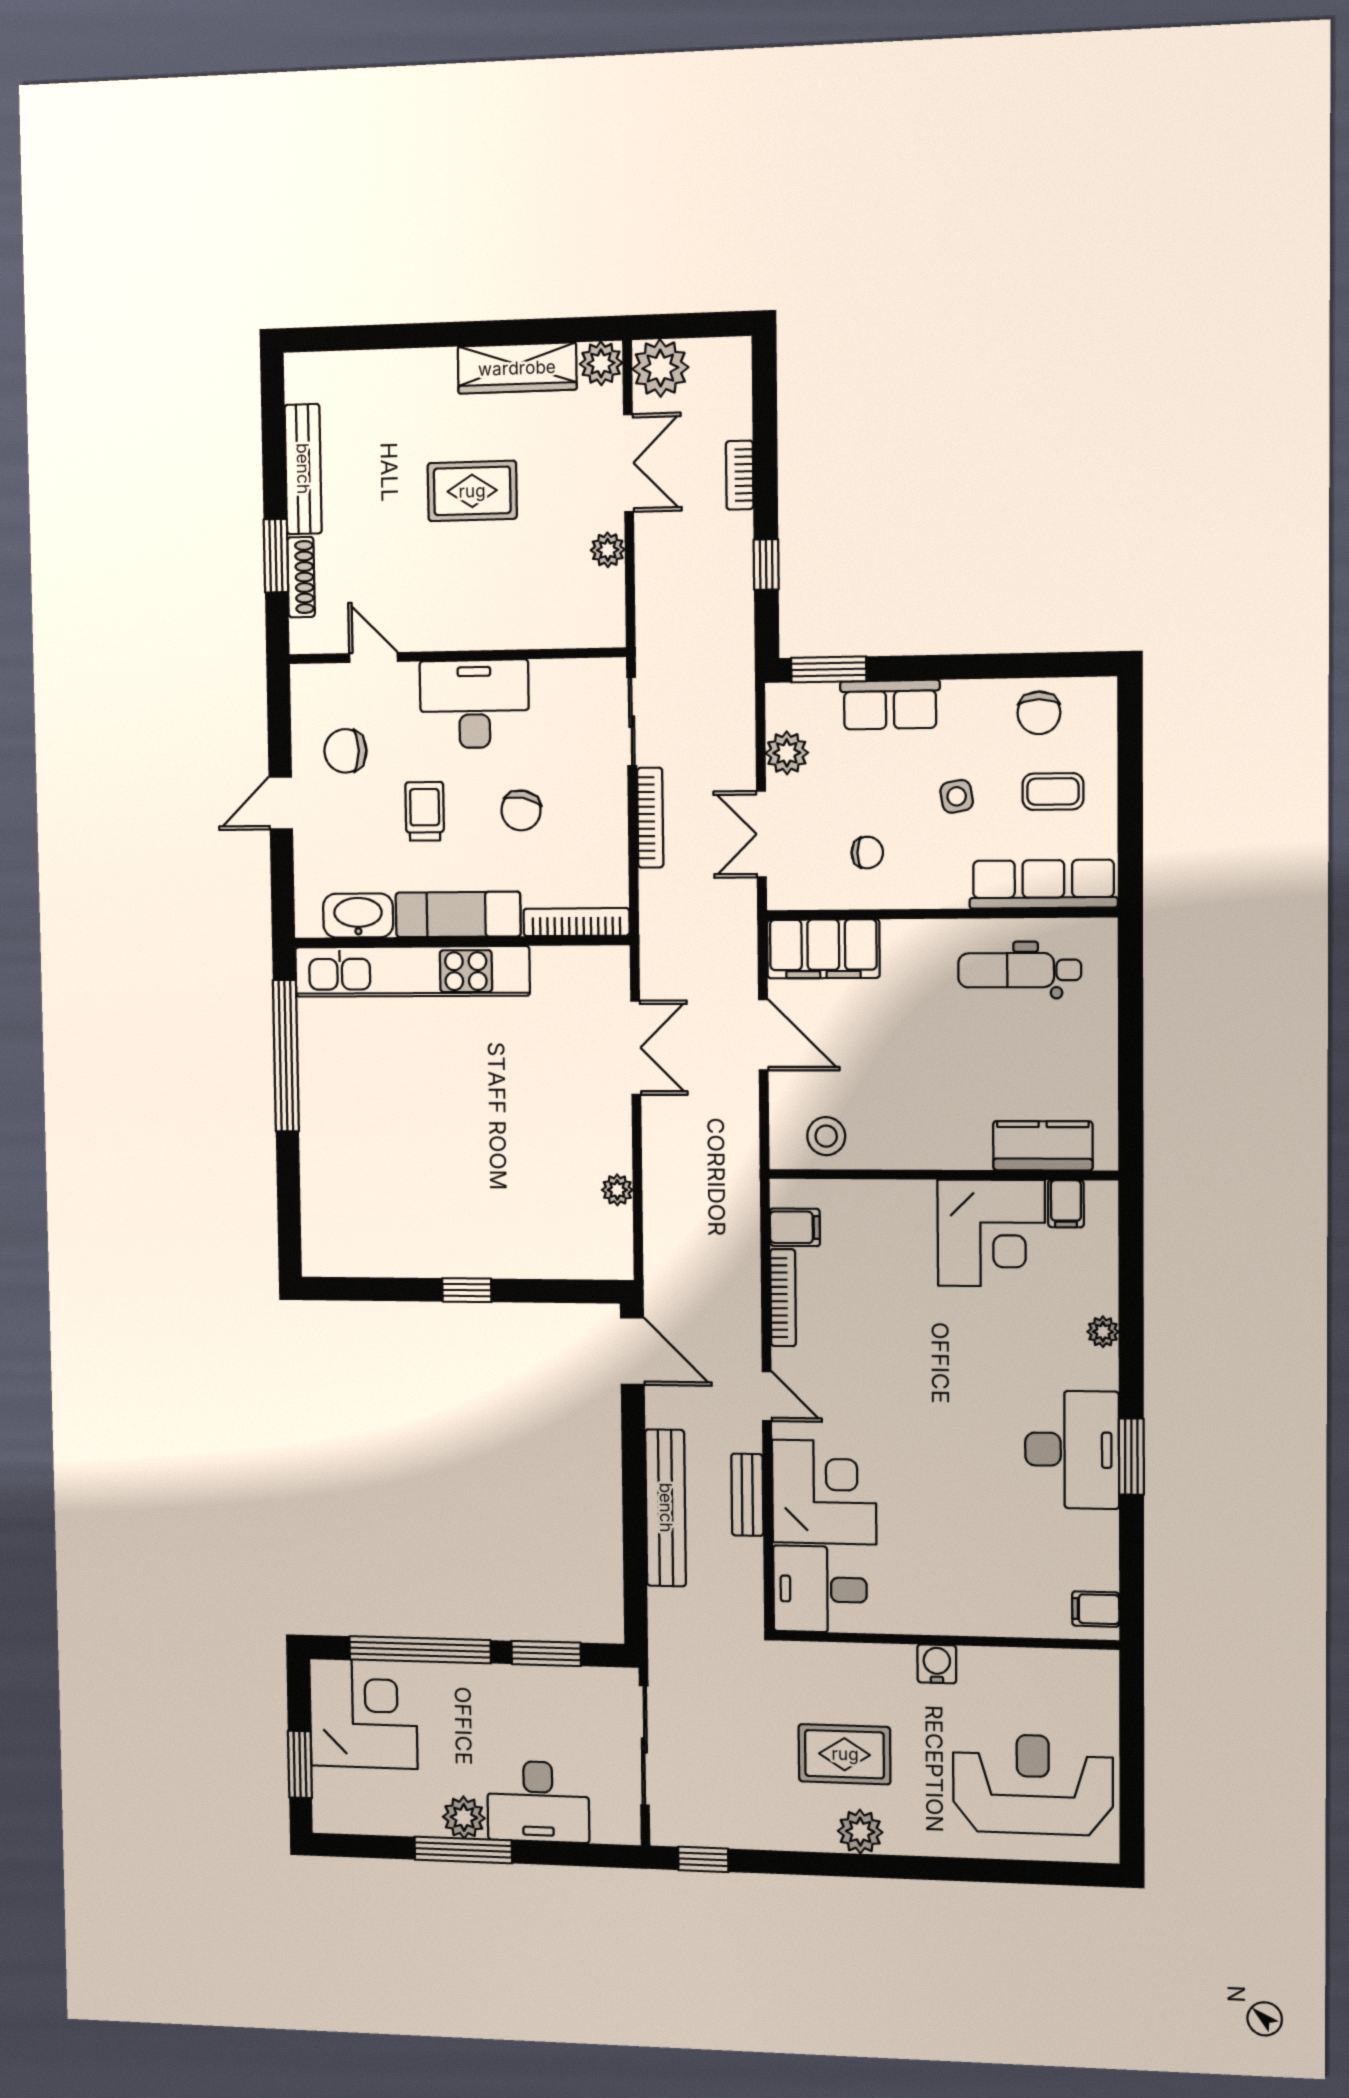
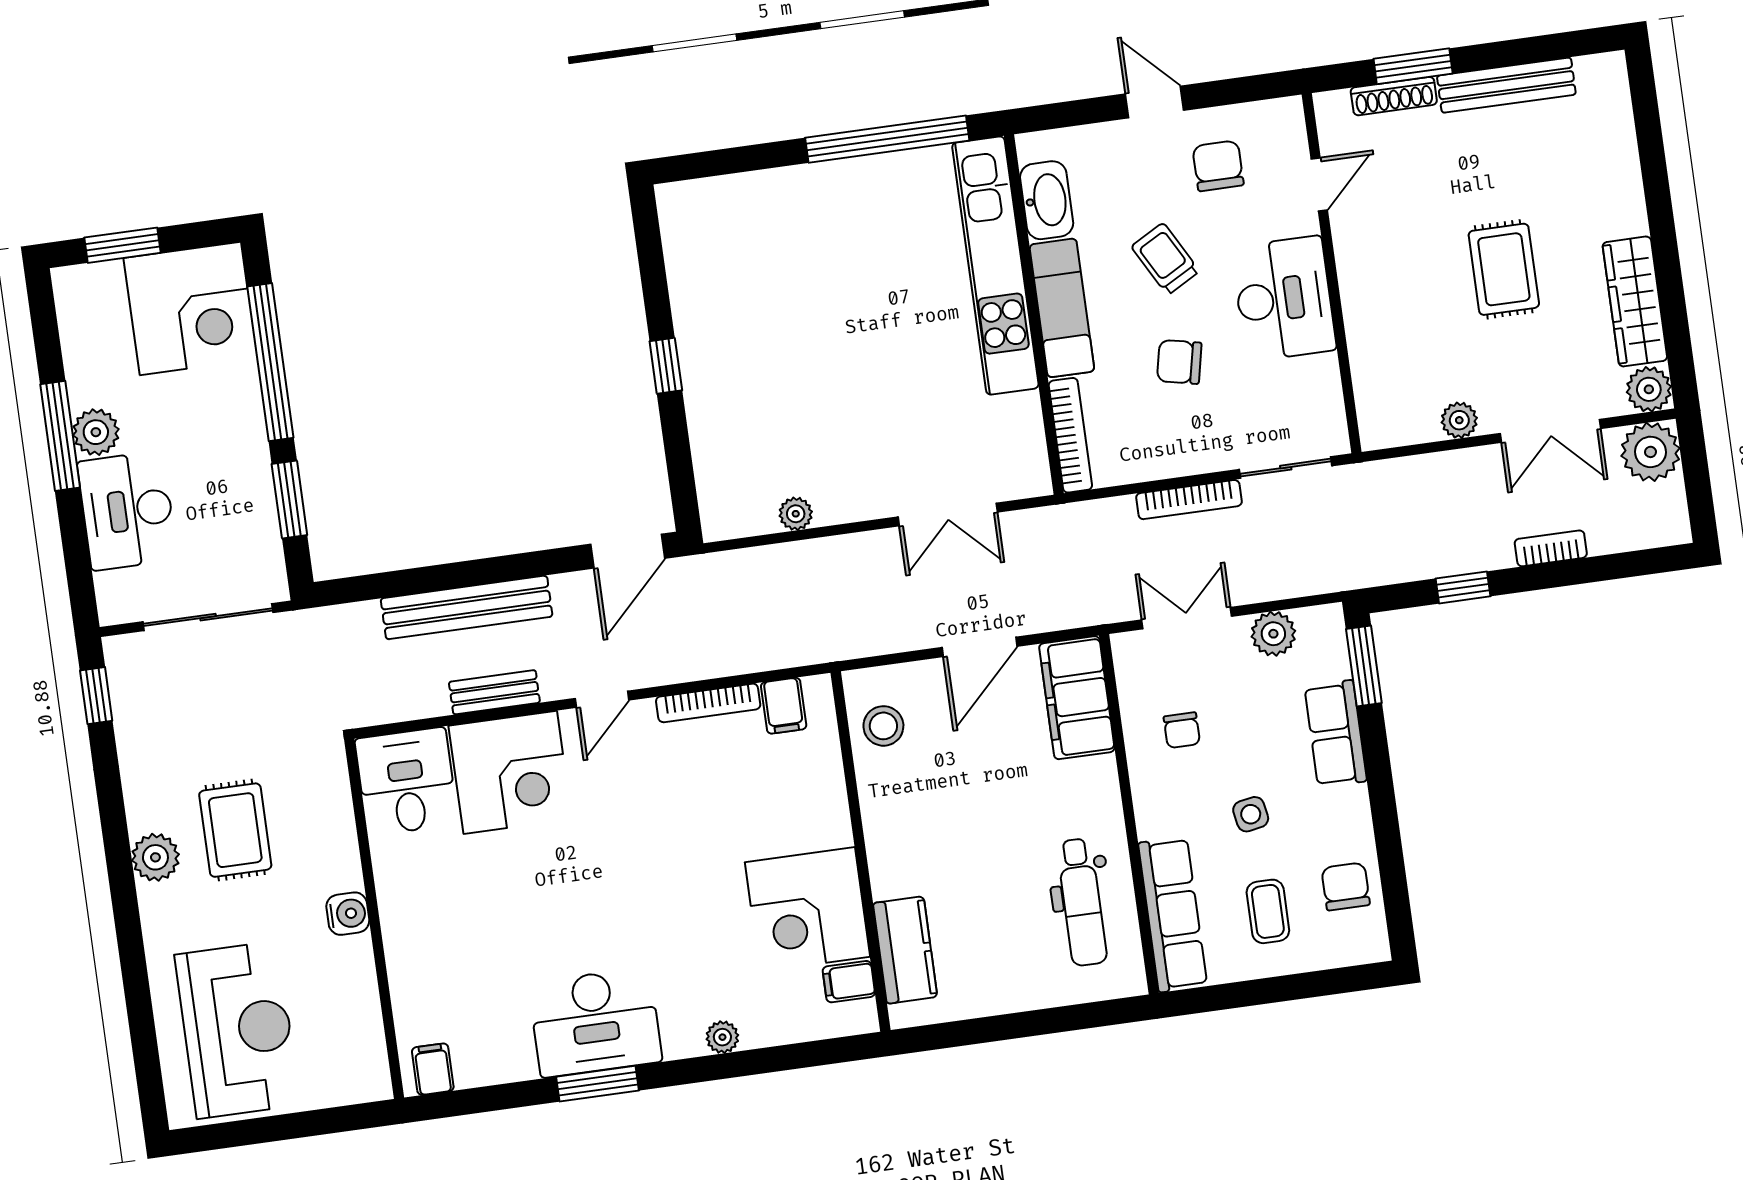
chair: (1039, 713) -> (1346, 886), turned 90
trolley: (425, 811) -> (1165, 259), turned -119
dental chair: (1020, 970) -> (1082, 902), turned 180

